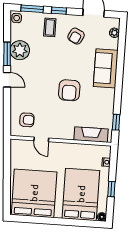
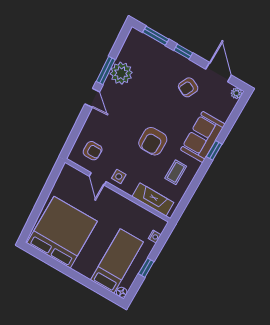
side table: (17, 18) -> (119, 176), moved
coffee table: (50, 27) -> (176, 172), moved
plant: (114, 33) -> (237, 93), moved
window: (116, 122) -> (214, 150), moved
bed: (81, 194) -> (117, 261), width x0.67

